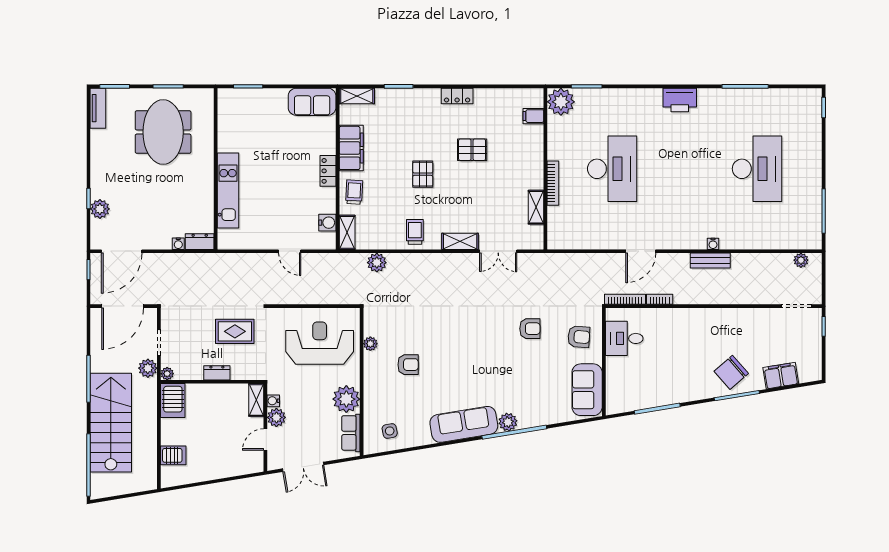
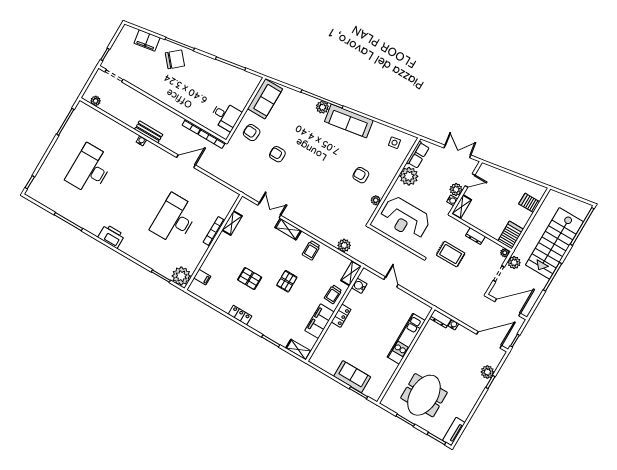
sofa: (312, 102) -> (352, 377), moved

